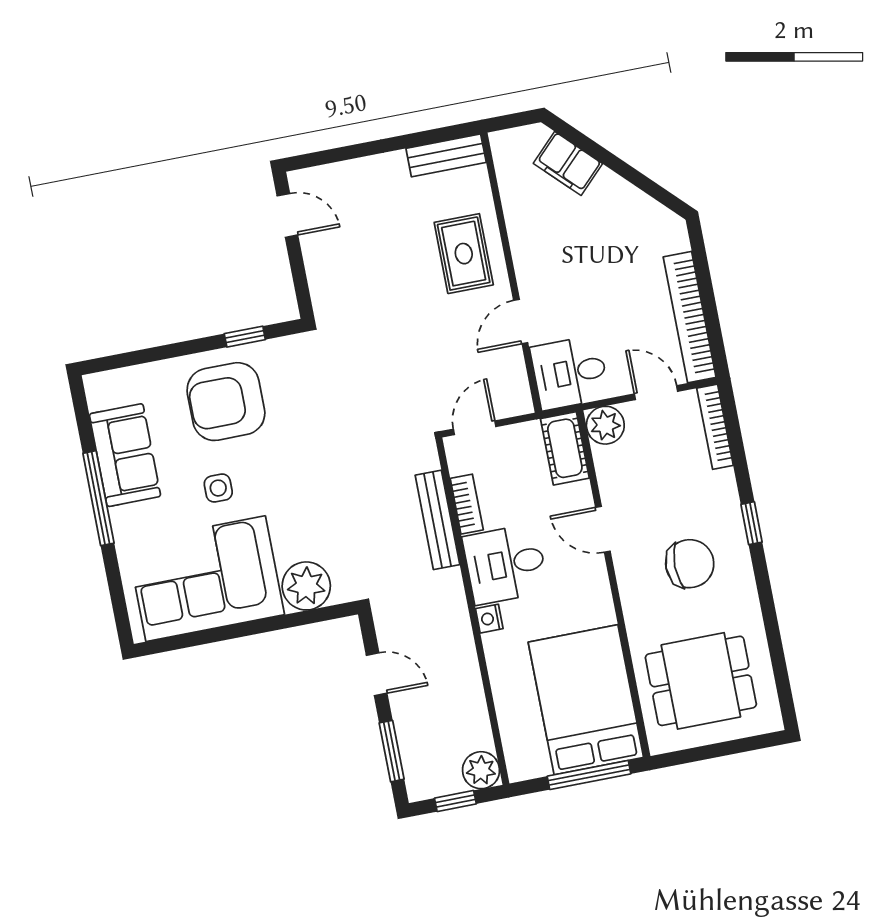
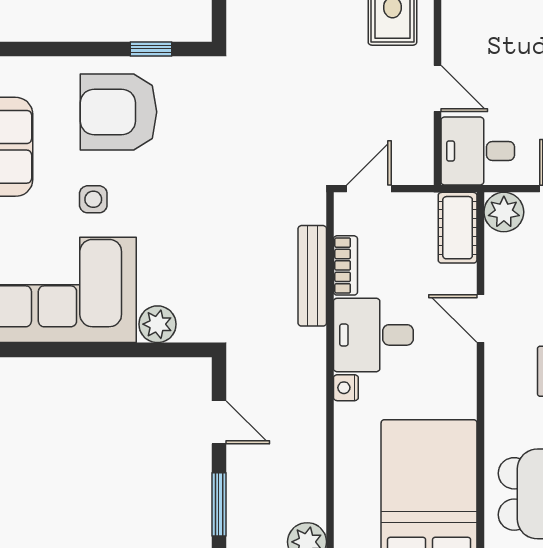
door: (521, 322) -> (437, 89), swing flipped
plant: (306, 586) -> (158, 324), width x0.73, depth x0.73

